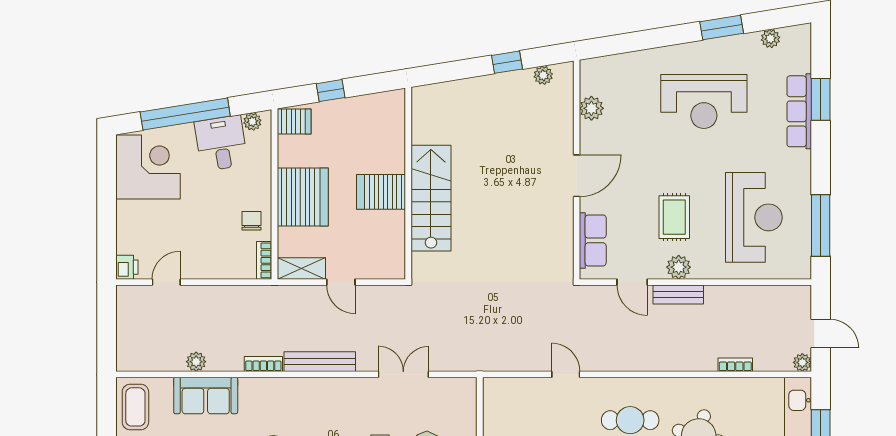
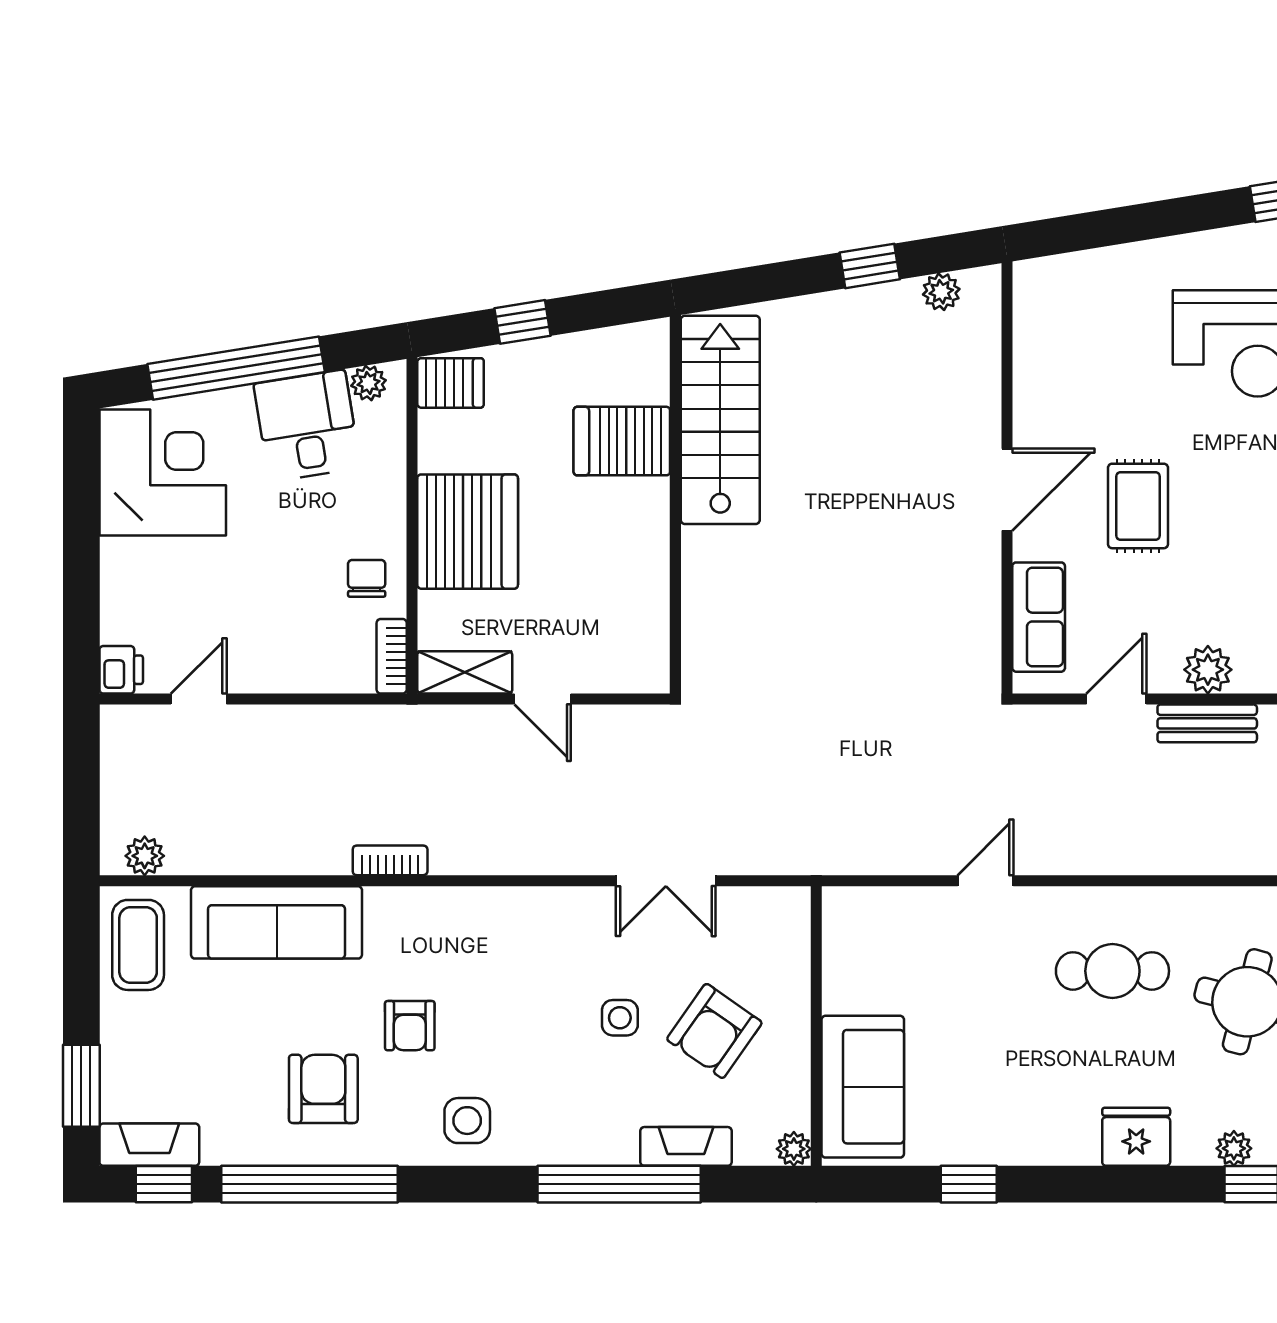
plant: (591, 108) -> (1036, 357), removed
server rack: (381, 192) -> (622, 441), moved
stairs: (431, 198) -> (720, 420), moved
rug: (674, 217) -> (1138, 506), moved
door: (632, 282) -> (1116, 699), swing flipped
plant: (196, 362) -> (145, 856), moved
bench: (320, 362) -> (501, 856), removed
double door: (403, 374) -> (666, 881), swing flipped
door: (566, 374) -> (986, 881), hinge flipped
sofa: (206, 396) -> (277, 922), width x1.36

